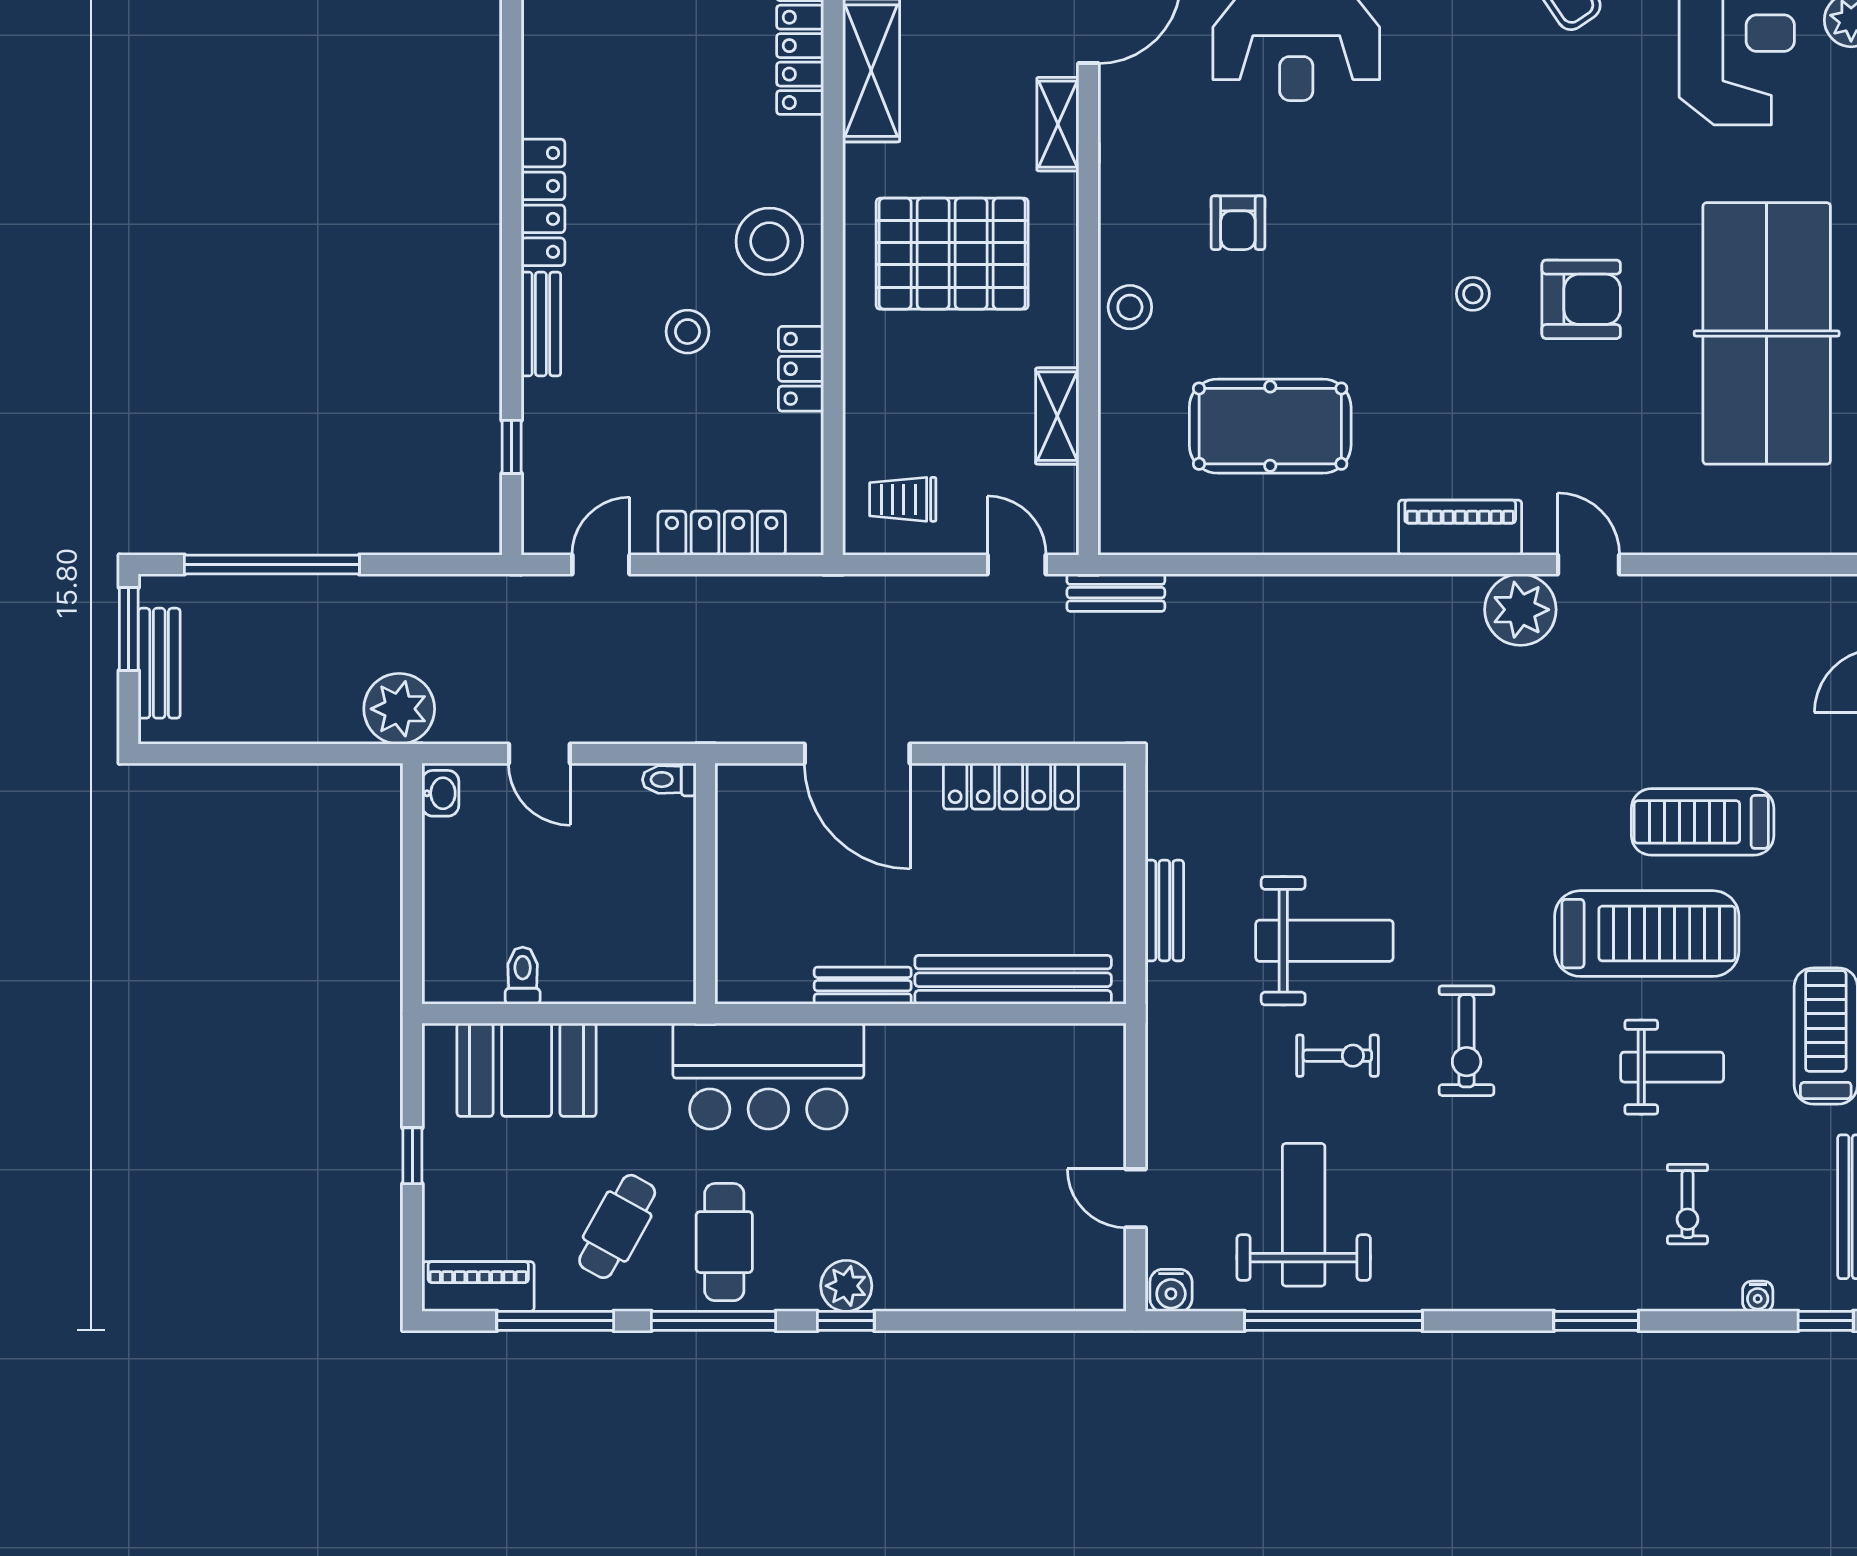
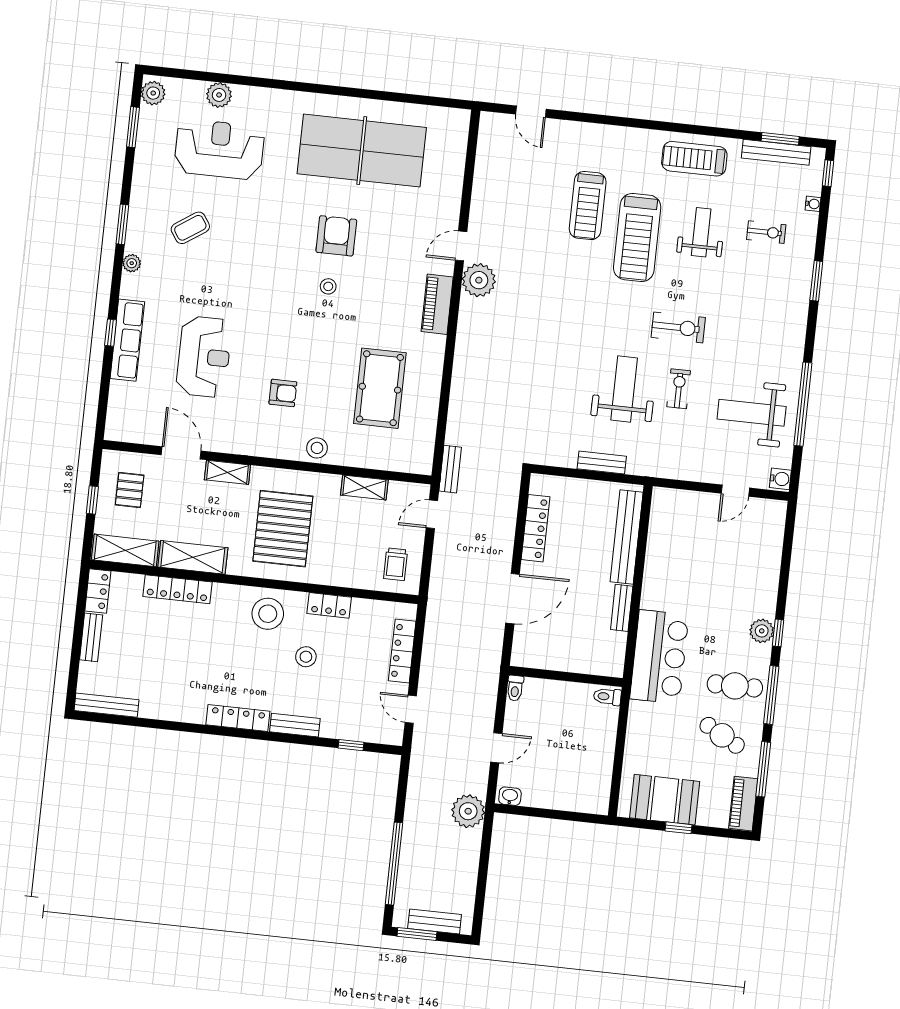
treadmill: (1647, 934) -> (637, 237), turned 180
toilet: (523, 976) -> (607, 697), moved
booth: (527, 1070) -> (665, 800), moved, turned 90

